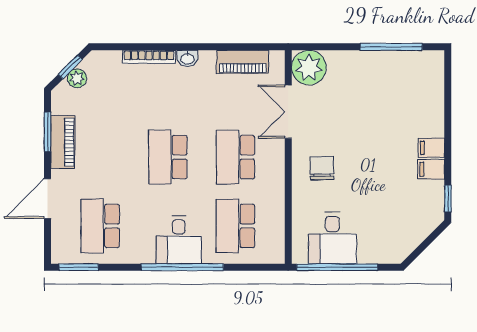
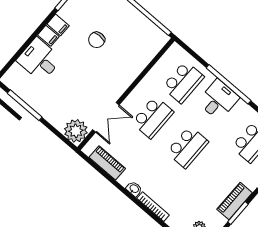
chair: (322, 168) -> (97, 40), moved
desk: (332, 238) -> (39, 60), moved, turned -90

